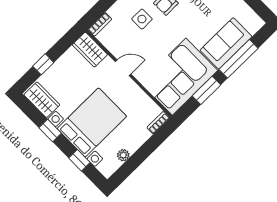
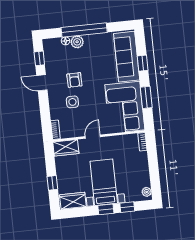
sofa: (226, 43) -> (127, 57), width x1.36
window: (239, 59) -> (143, 63), width x0.46
bed with nightstands: (92, 122) -> (104, 182), width x0.73
window: (50, 131) -> (106, 209), moved
plant: (123, 155) -> (147, 192), moved

